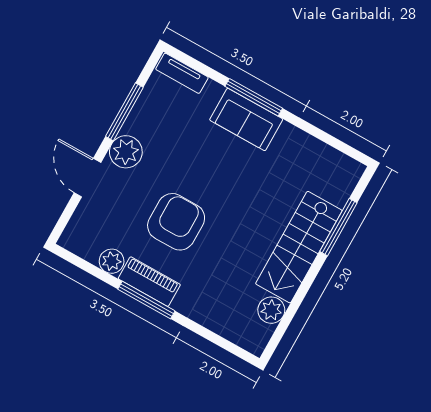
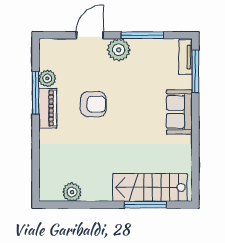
window: (254, 97) -> (195, 71), moved
armchair: (176, 222) -> (93, 104), width x0.73, depth x0.73
stairs: (299, 247) -> (150, 187), moved
window: (146, 300) -> (36, 93), moved

